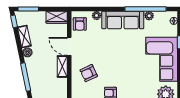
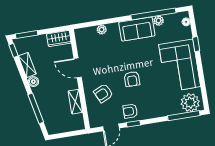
sofa: (123, 20) -> (137, 29), width x0.73
armchair: (80, 24) -> (132, 79), moved
shelving: (62, 66) -> (75, 102), moved

